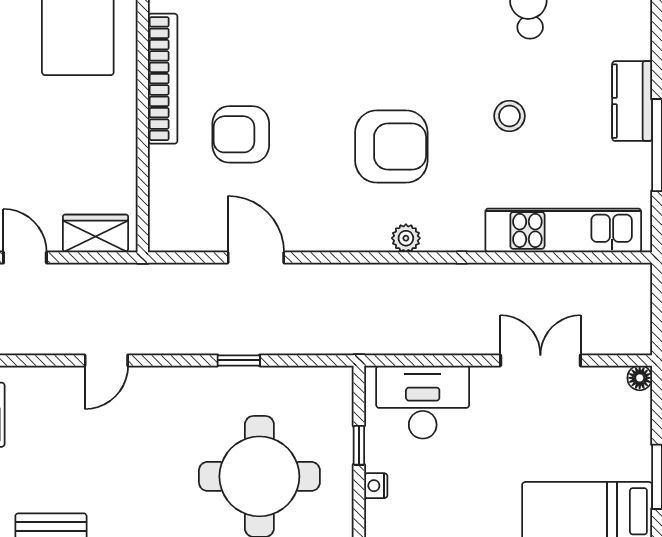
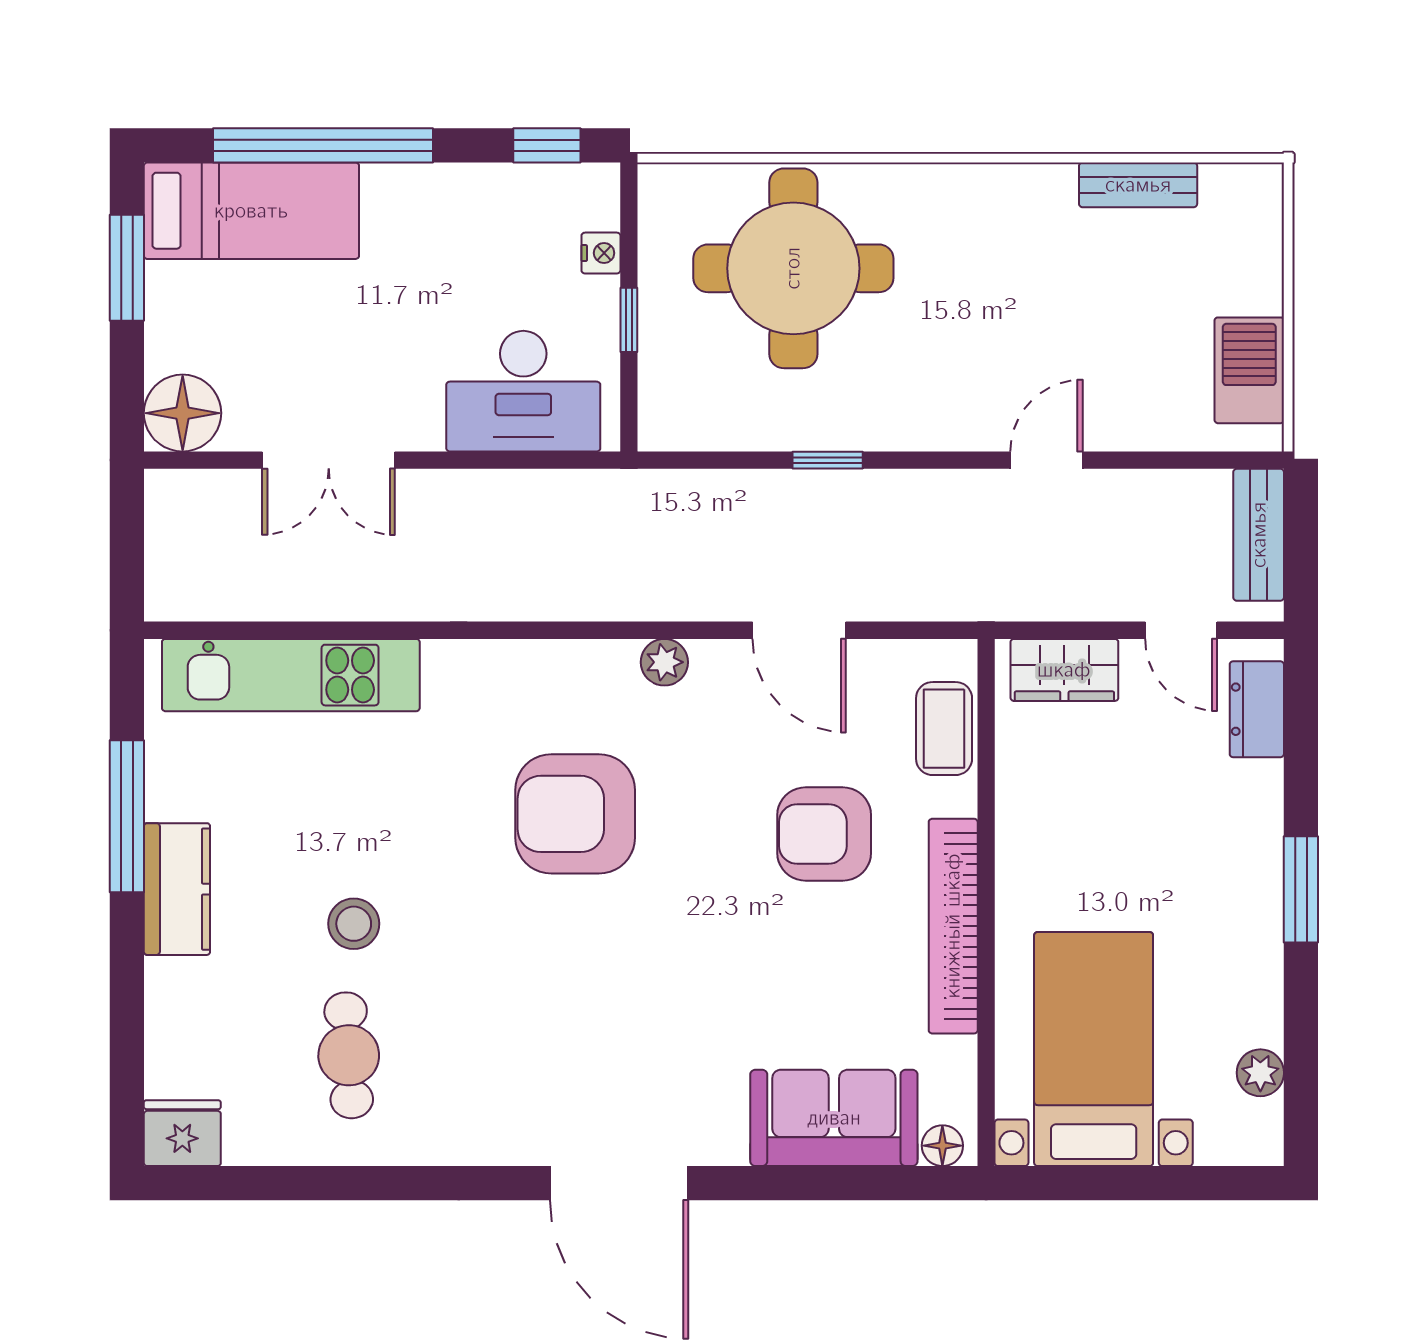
stool: (509, 116) -> (354, 924), moved
armchair: (241, 134) -> (824, 834), turned 180
coffee table: (168, 198) -> (944, 729), added
plant: (406, 238) -> (664, 662), moved
floor lamp: (640, 378) -> (183, 413), width x1.89, depth x1.89

